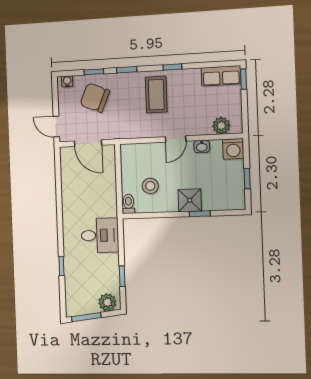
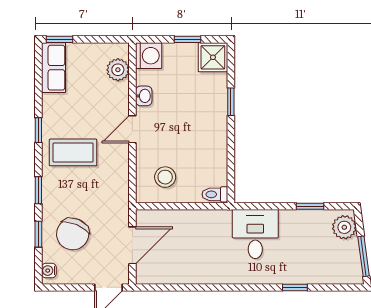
door: (176, 139) -> (132, 129), swing flipped
stool: (150, 186) -> (165, 177), moved
shower: (190, 200) -> (213, 57), moved

